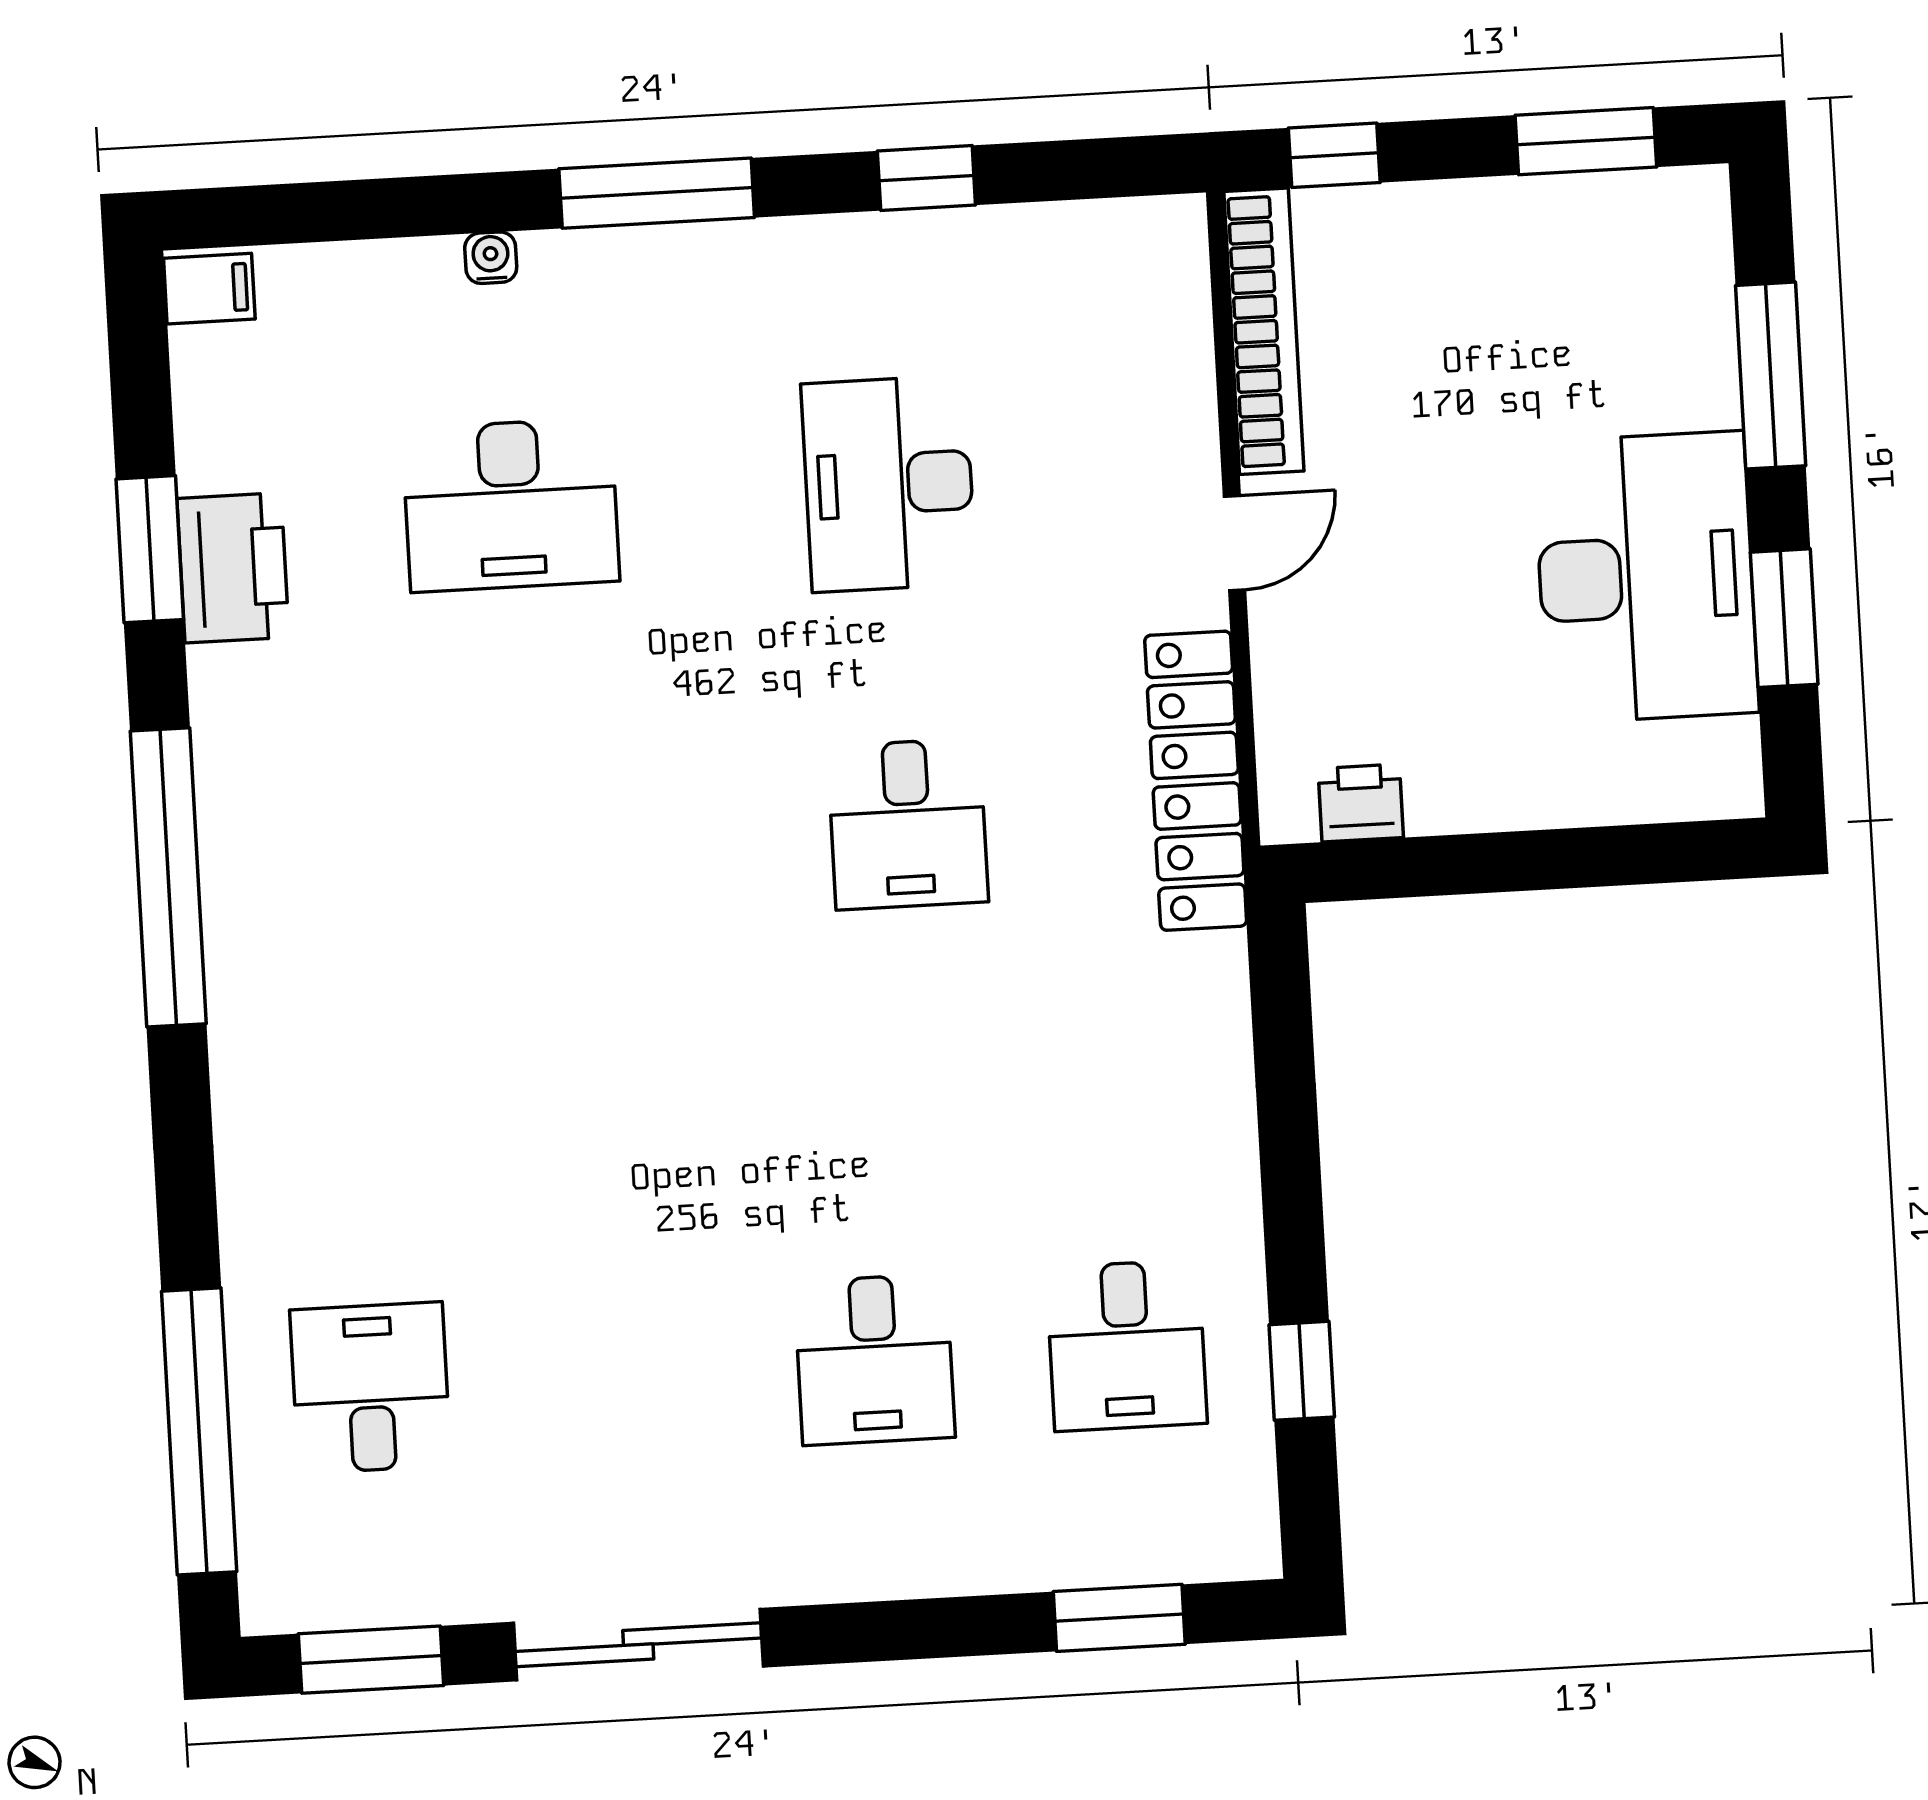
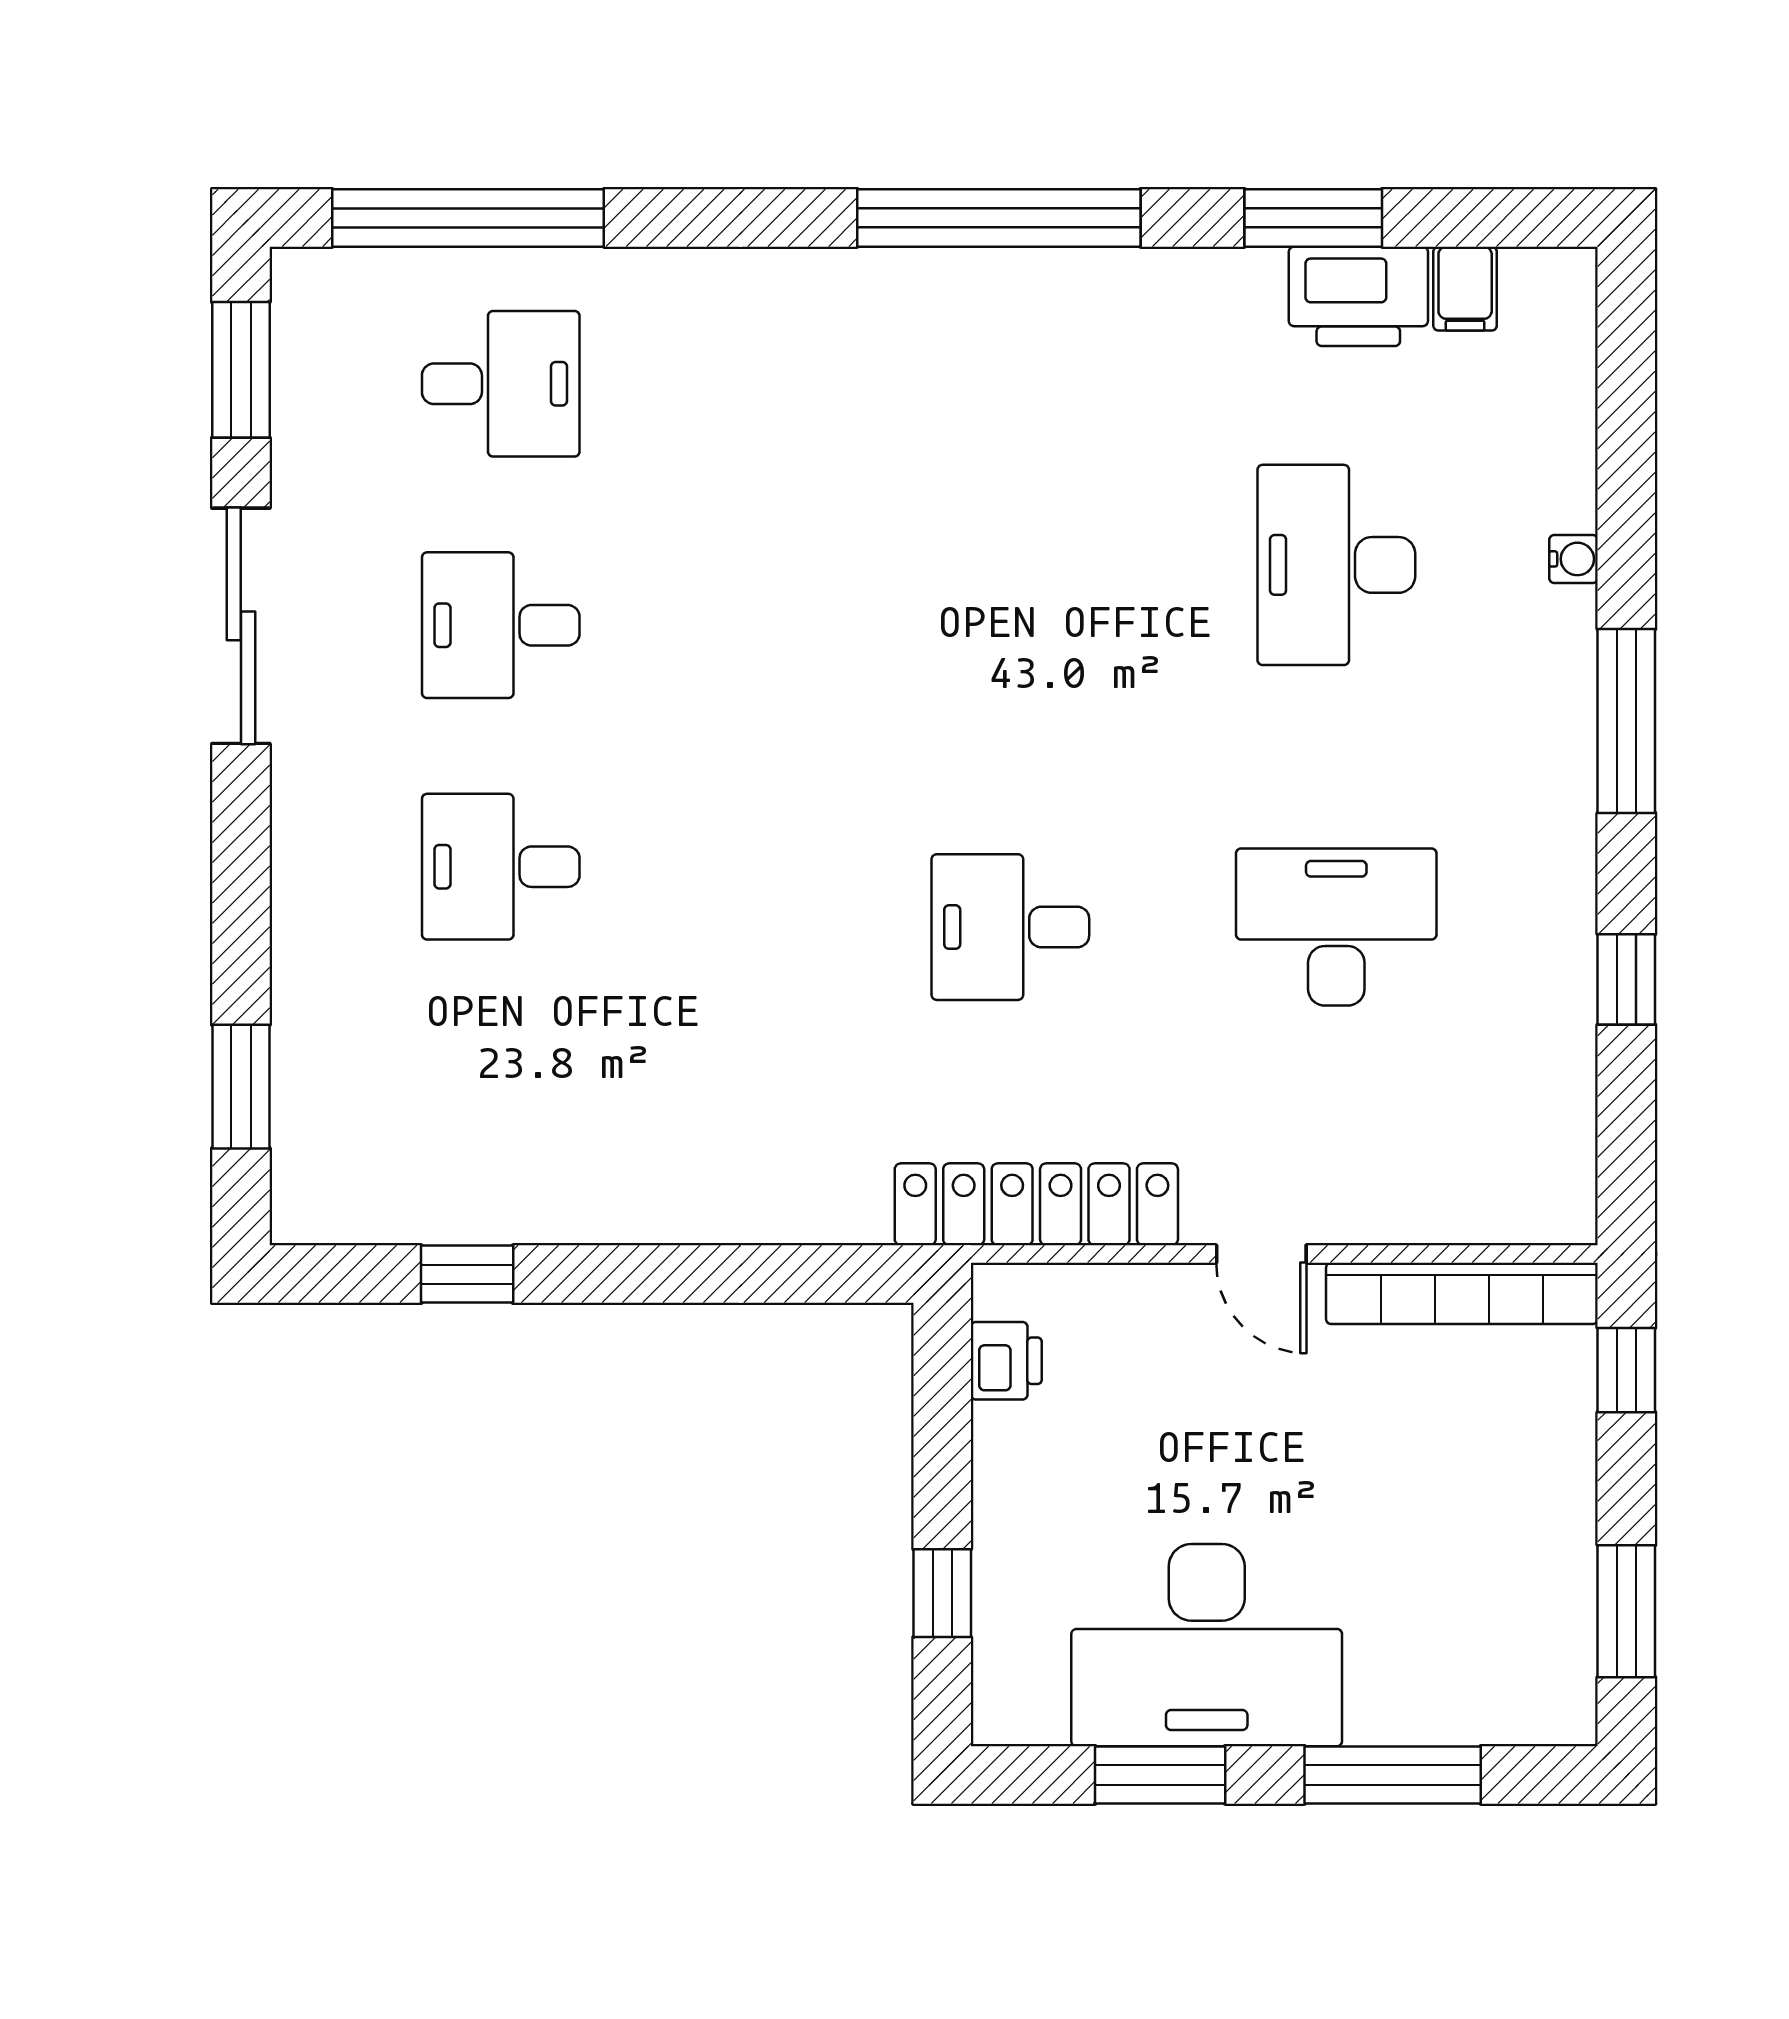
filing cabinet: (209, 289) -> (1465, 289), moved
printer: (233, 568) -> (1358, 296), moved
window: (1607, 856) -> (942, 1593), added
desk: (1127, 1345) -> (501, 625), moved

